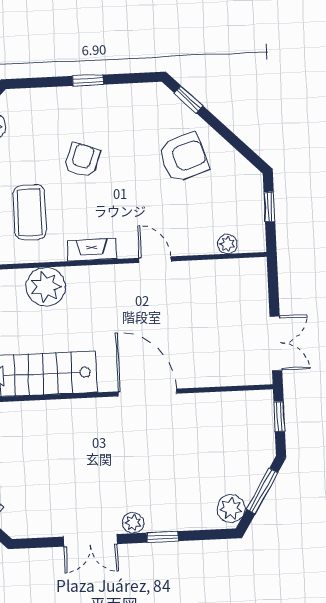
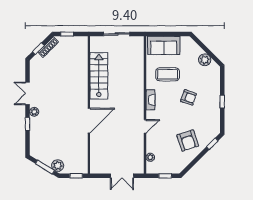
plant: (46, 287) -> (136, 80), removed
double door: (276, 343) -> (122, 176), moved
plant: (231, 509) -> (58, 166), moved

